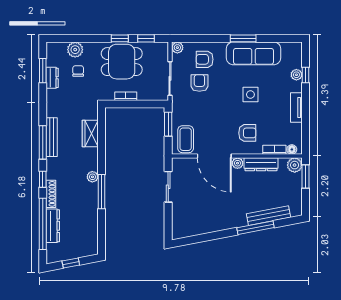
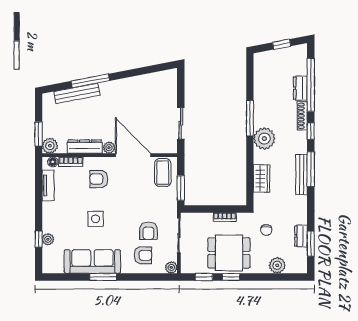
chair: (78, 71) -> (266, 230), moved
tv unit: (296, 108) -> (48, 186), moved
plant: (92, 177) -> (264, 139), width x1.87, depth x1.87
dresser: (53, 226) -> (300, 88), width x0.70

